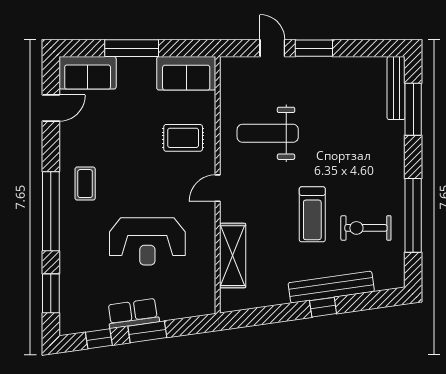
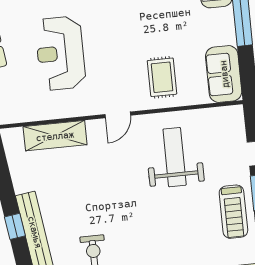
door: (218, 188) -> (118, 115), swing flipped
treadmill: (312, 214) -> (233, 212), moved, turned -90

